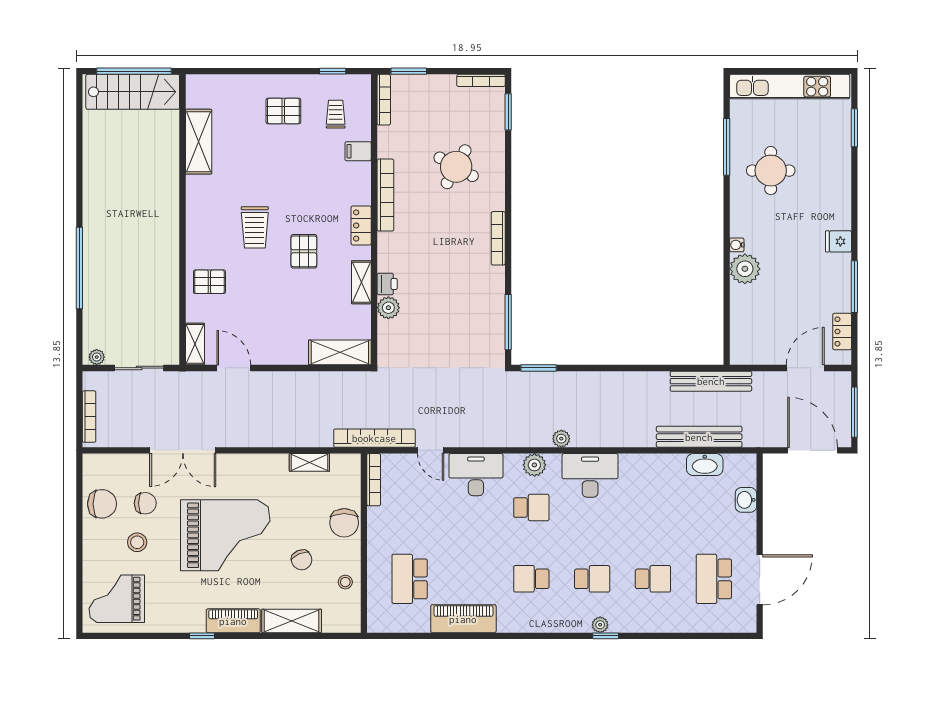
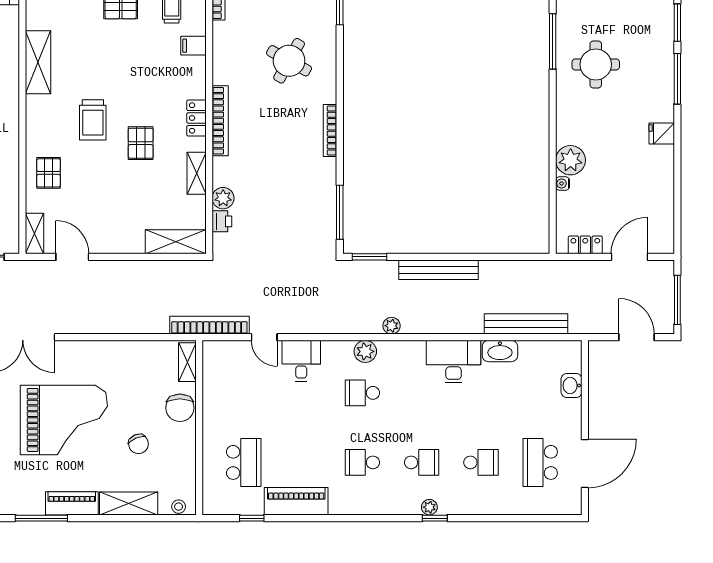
shelving: (199, 142) -> (38, 62), moved
bookcase: (385, 195) -> (220, 121), moved
water cooler: (737, 245) -> (563, 183), moved
pallet: (209, 282) -> (49, 173), turned 90
printer: (387, 284) -> (222, 221), moved
window: (854, 287) -> (677, 79), moved
locker: (842, 331) -> (585, 245), moved, turned 90
bench: (711, 381) -> (438, 270), moved
door: (813, 450) -> (637, 337), width x0.73
shelving: (309, 462) -> (187, 362), moved, turned 90
washbasin: (705, 465) -> (500, 351), moved
desk: (476, 475) -> (301, 361), width x0.73
desk: (590, 475) -> (454, 362), moved
bookcase: (374, 480) -> (209, 366), removed
school desk: (531, 507) -> (362, 393), turned 180
school desk: (410, 579) -> (244, 462), turned 180
stool: (345, 582) -> (179, 507), moved
window: (202, 636) -> (41, 518), width x2.17
window: (418, 636) -> (252, 518), added

